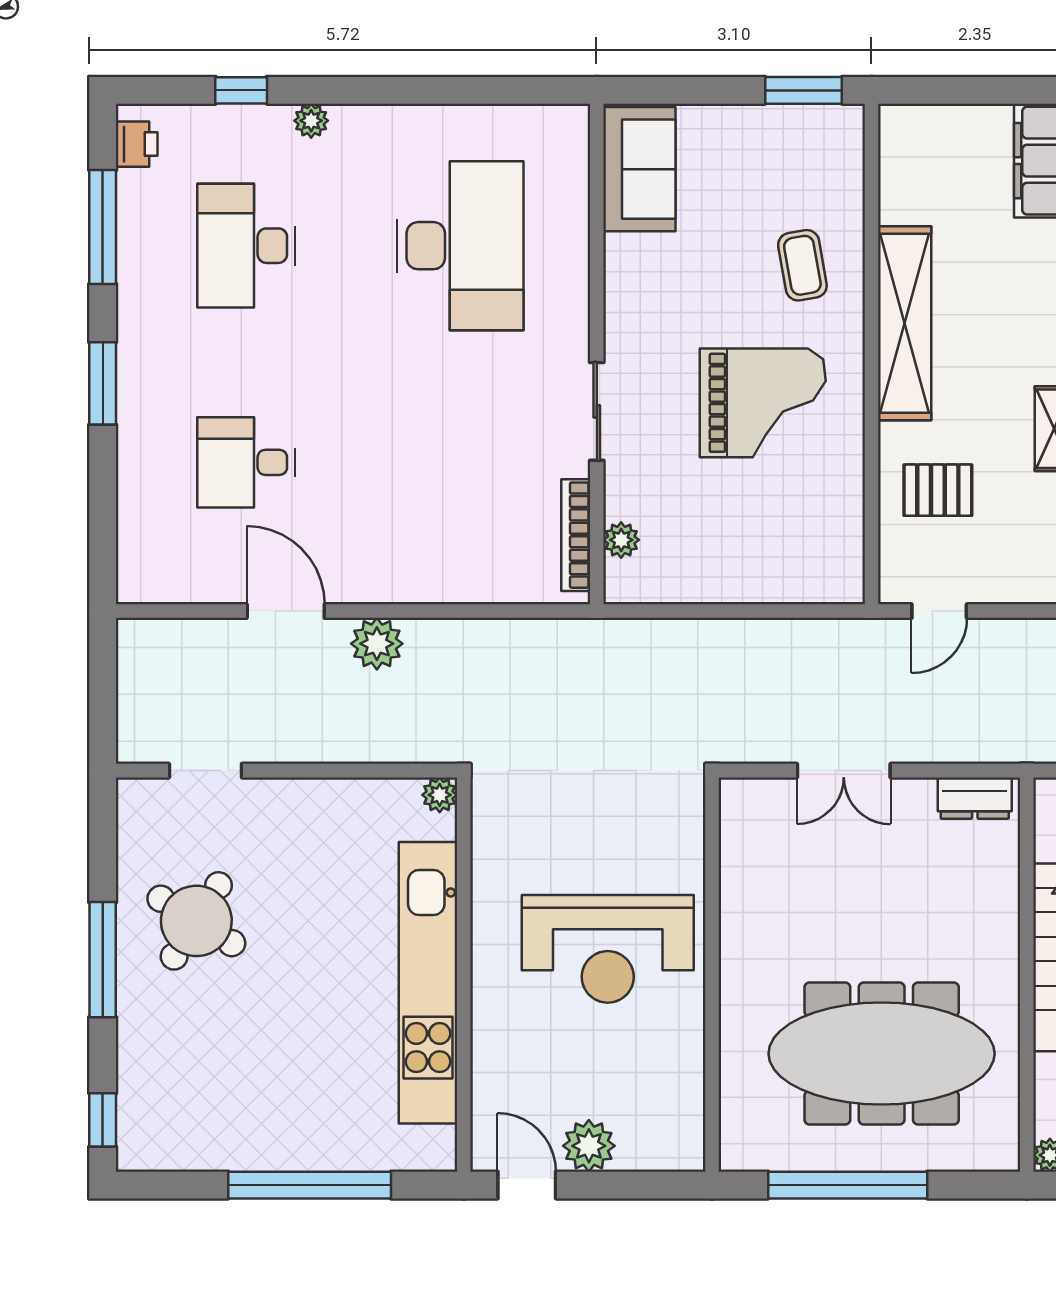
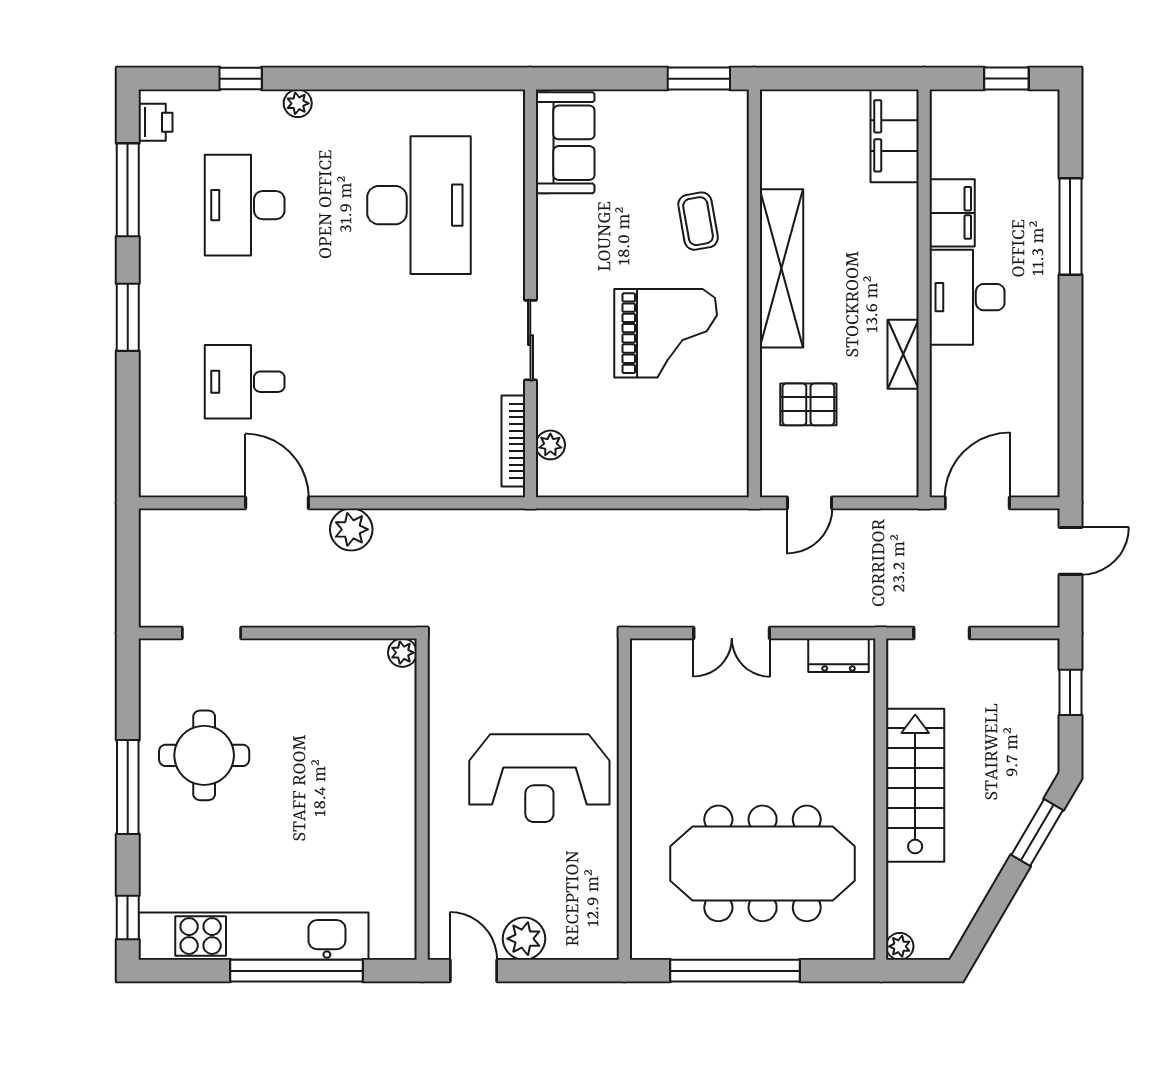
round table: (196, 921) -> (204, 755), turned -32
kitchen unit: (428, 983) -> (253, 936), moved, turned 90

